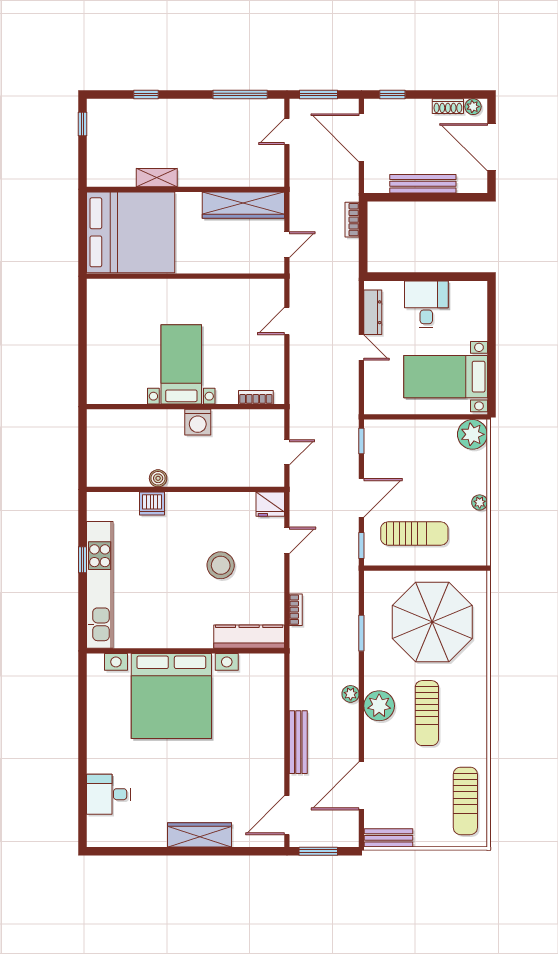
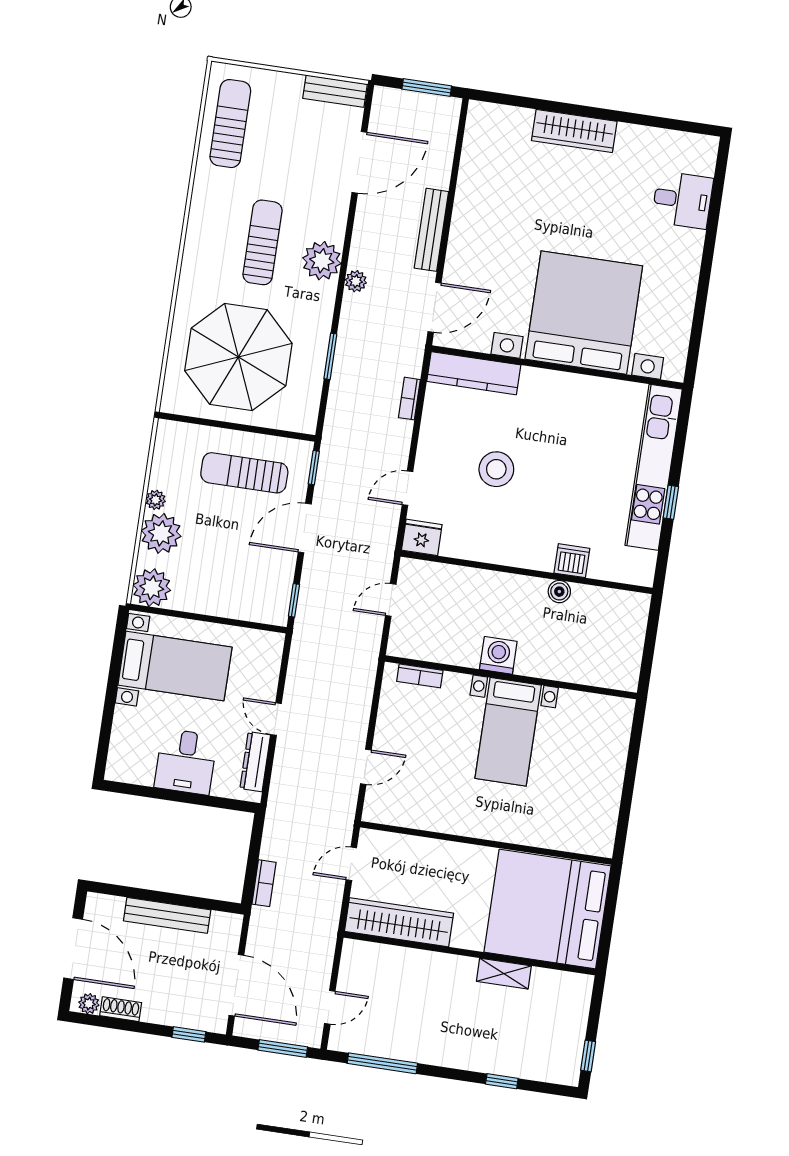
plant: (472, 477) -> (161, 533), added
door: (287, 815) -> (434, 307), moved

